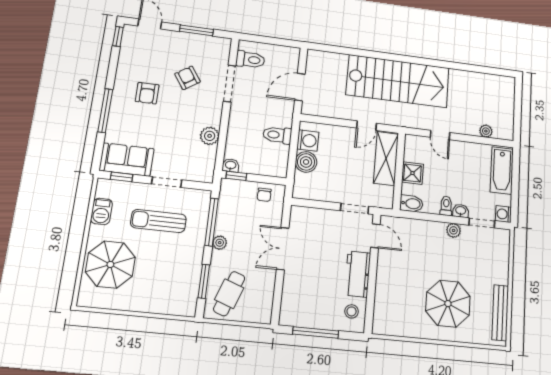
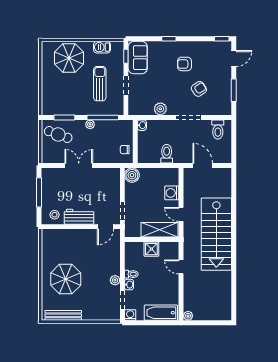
doorway: (230, 83) -> (188, 117), moved
window: (105, 111) -> (169, 39), width x0.46
plant: (486, 131) -> (188, 316), moved
door: (440, 135) -> (181, 267), hinge flipped
washing machine: (308, 140) -> (172, 193), moved, turned 90
boiler: (306, 162) -> (132, 175), moved
window: (236, 176) -> (135, 130), removed
bidet: (411, 204) -> (130, 250), removed
double door: (283, 249) -> (79, 166), moved

